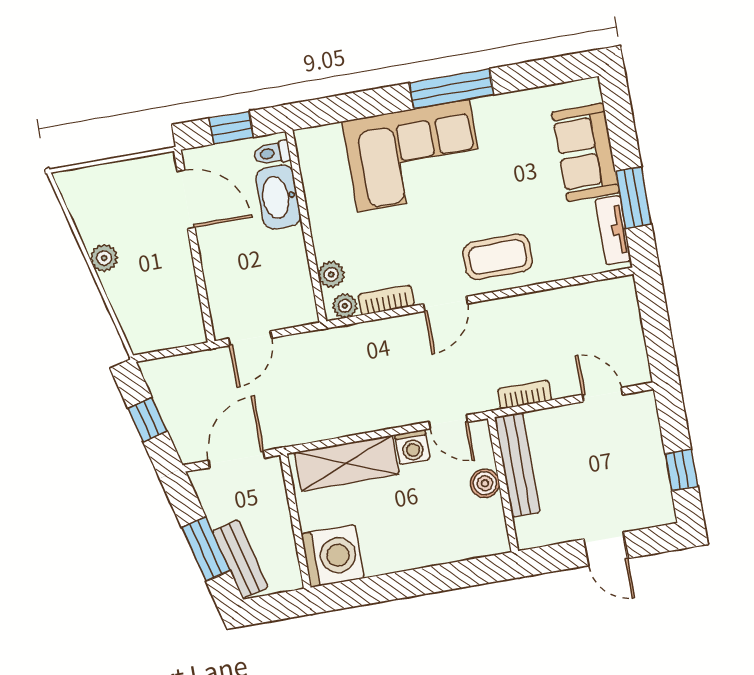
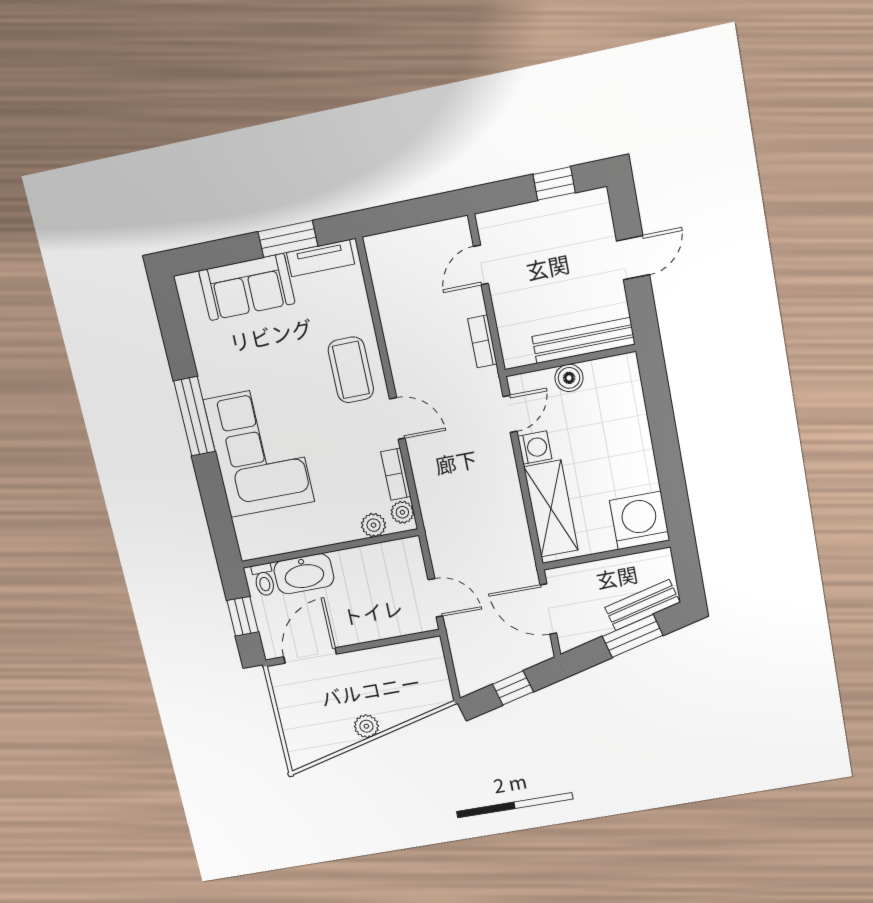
bench: (517, 465) -> (583, 341), moved

